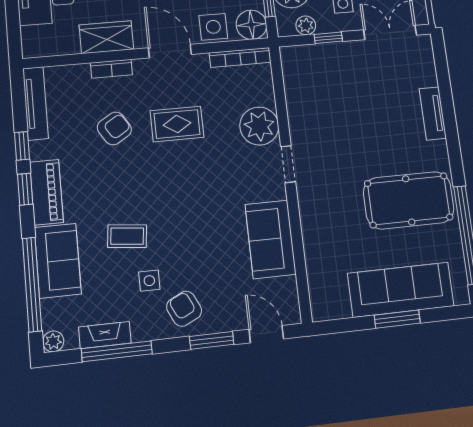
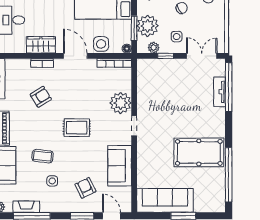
floor lamp: (251, 25) -> (127, 49), width x0.53, depth x0.53
window: (444, 81) -> (229, 87), added
tv unit: (433, 113) -> (220, 92), moved
rug: (177, 124) -> (77, 128), moved
sofa: (401, 290) -> (165, 200), moved
armchair: (184, 309) -> (85, 188), moved

